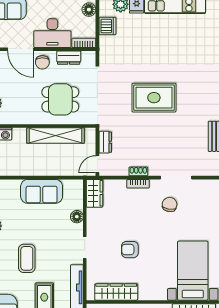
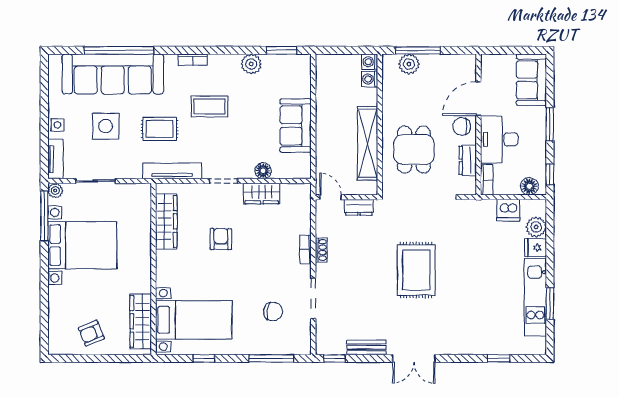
wardrobe: (95, 193) -> (262, 194), moved
chair: (170, 204) -> (273, 312), moved

